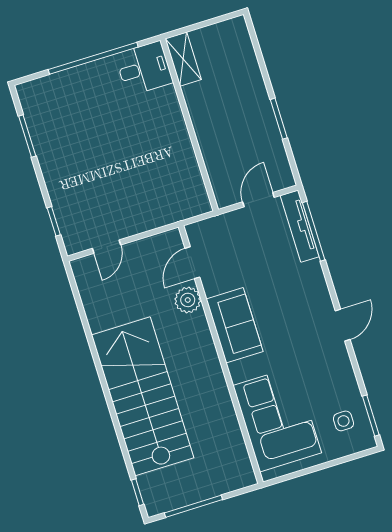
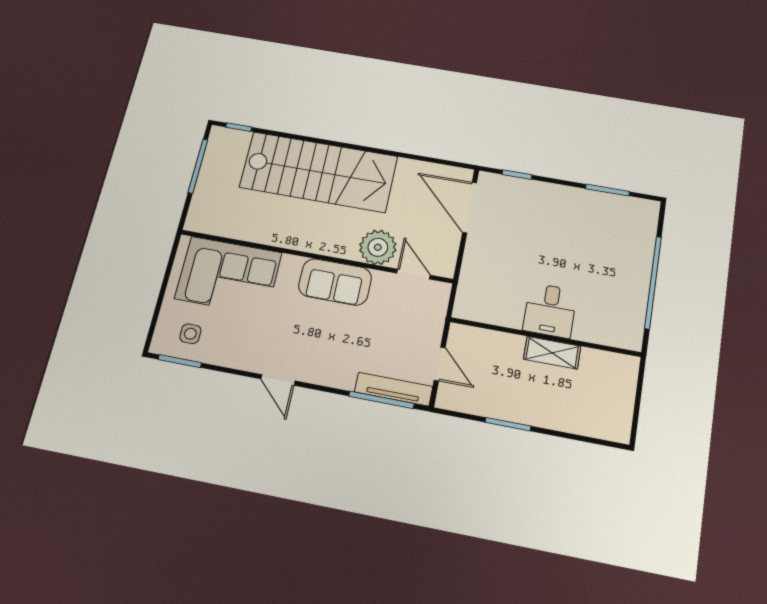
shelving: (183, 59) -> (552, 353), moved
desk: (144, 68) -> (550, 310), moved
door: (106, 247) -> (470, 207), width x1.87
plant: (188, 300) -> (378, 247), width x1.36, depth x1.36

